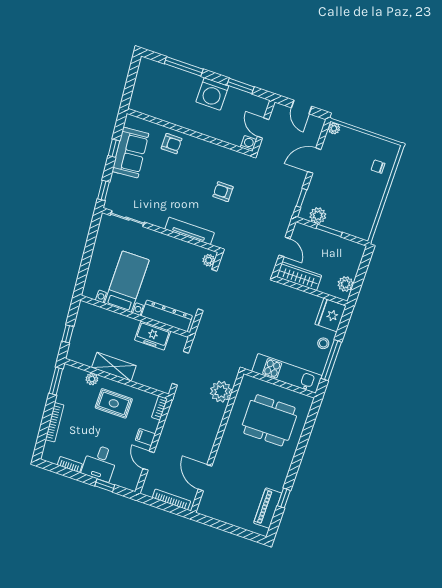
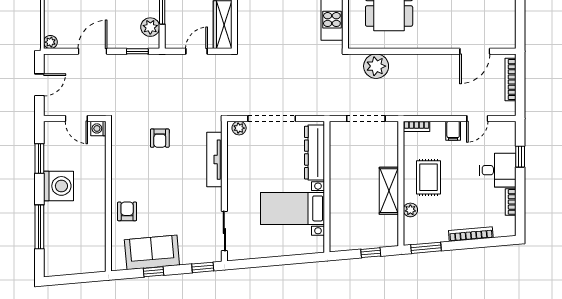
door: (263, 128) -> (76, 119), hinge flipped
door: (314, 161) -> (92, 51), swing flipped
freezer: (153, 336) -> (341, 161), removed

